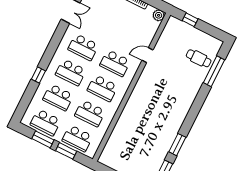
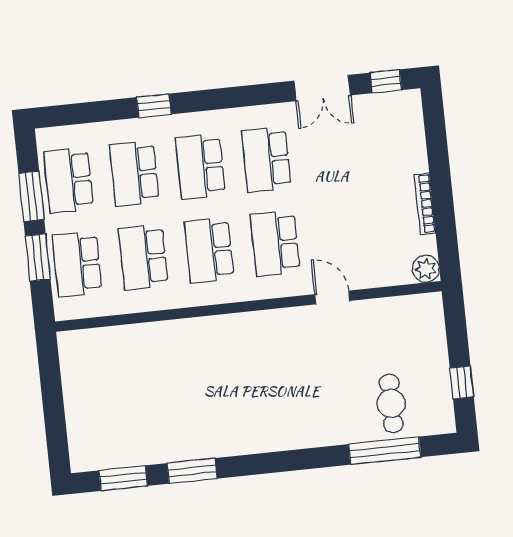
window: (190, 20) -> (462, 382), moved

